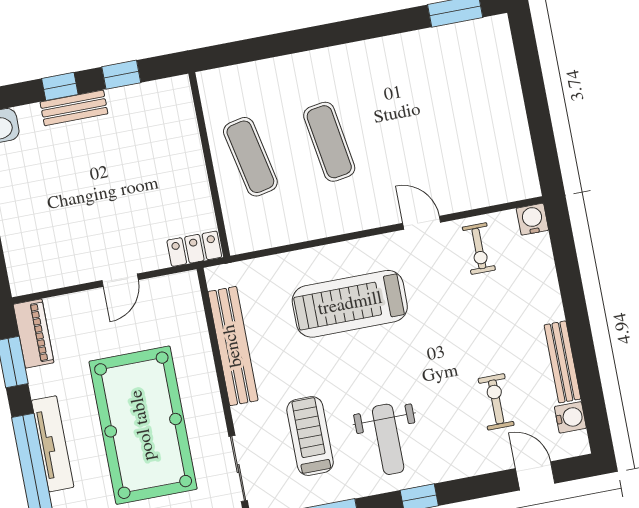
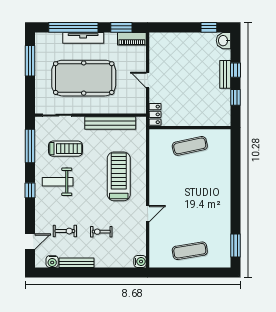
exercise mat: (329, 142) -> (190, 251), moved
exercise bike: (479, 249) -> (101, 232), moved

